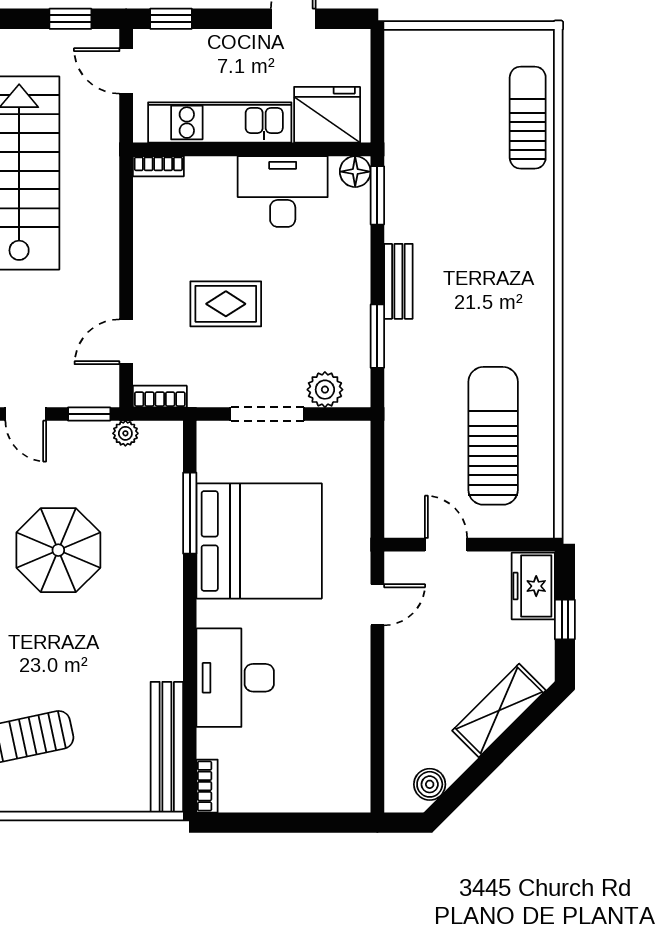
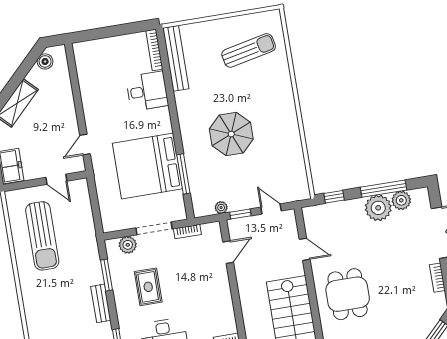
rug: (226, 304) -> (148, 287), moved, turned 90
bookcase: (160, 397) -> (187, 232), moved
parasol: (58, 550) -> (231, 134), moved
desk: (235, 678) -> (147, 91), width x0.73
bookcase: (207, 786) -> (154, 50), width x1.56

